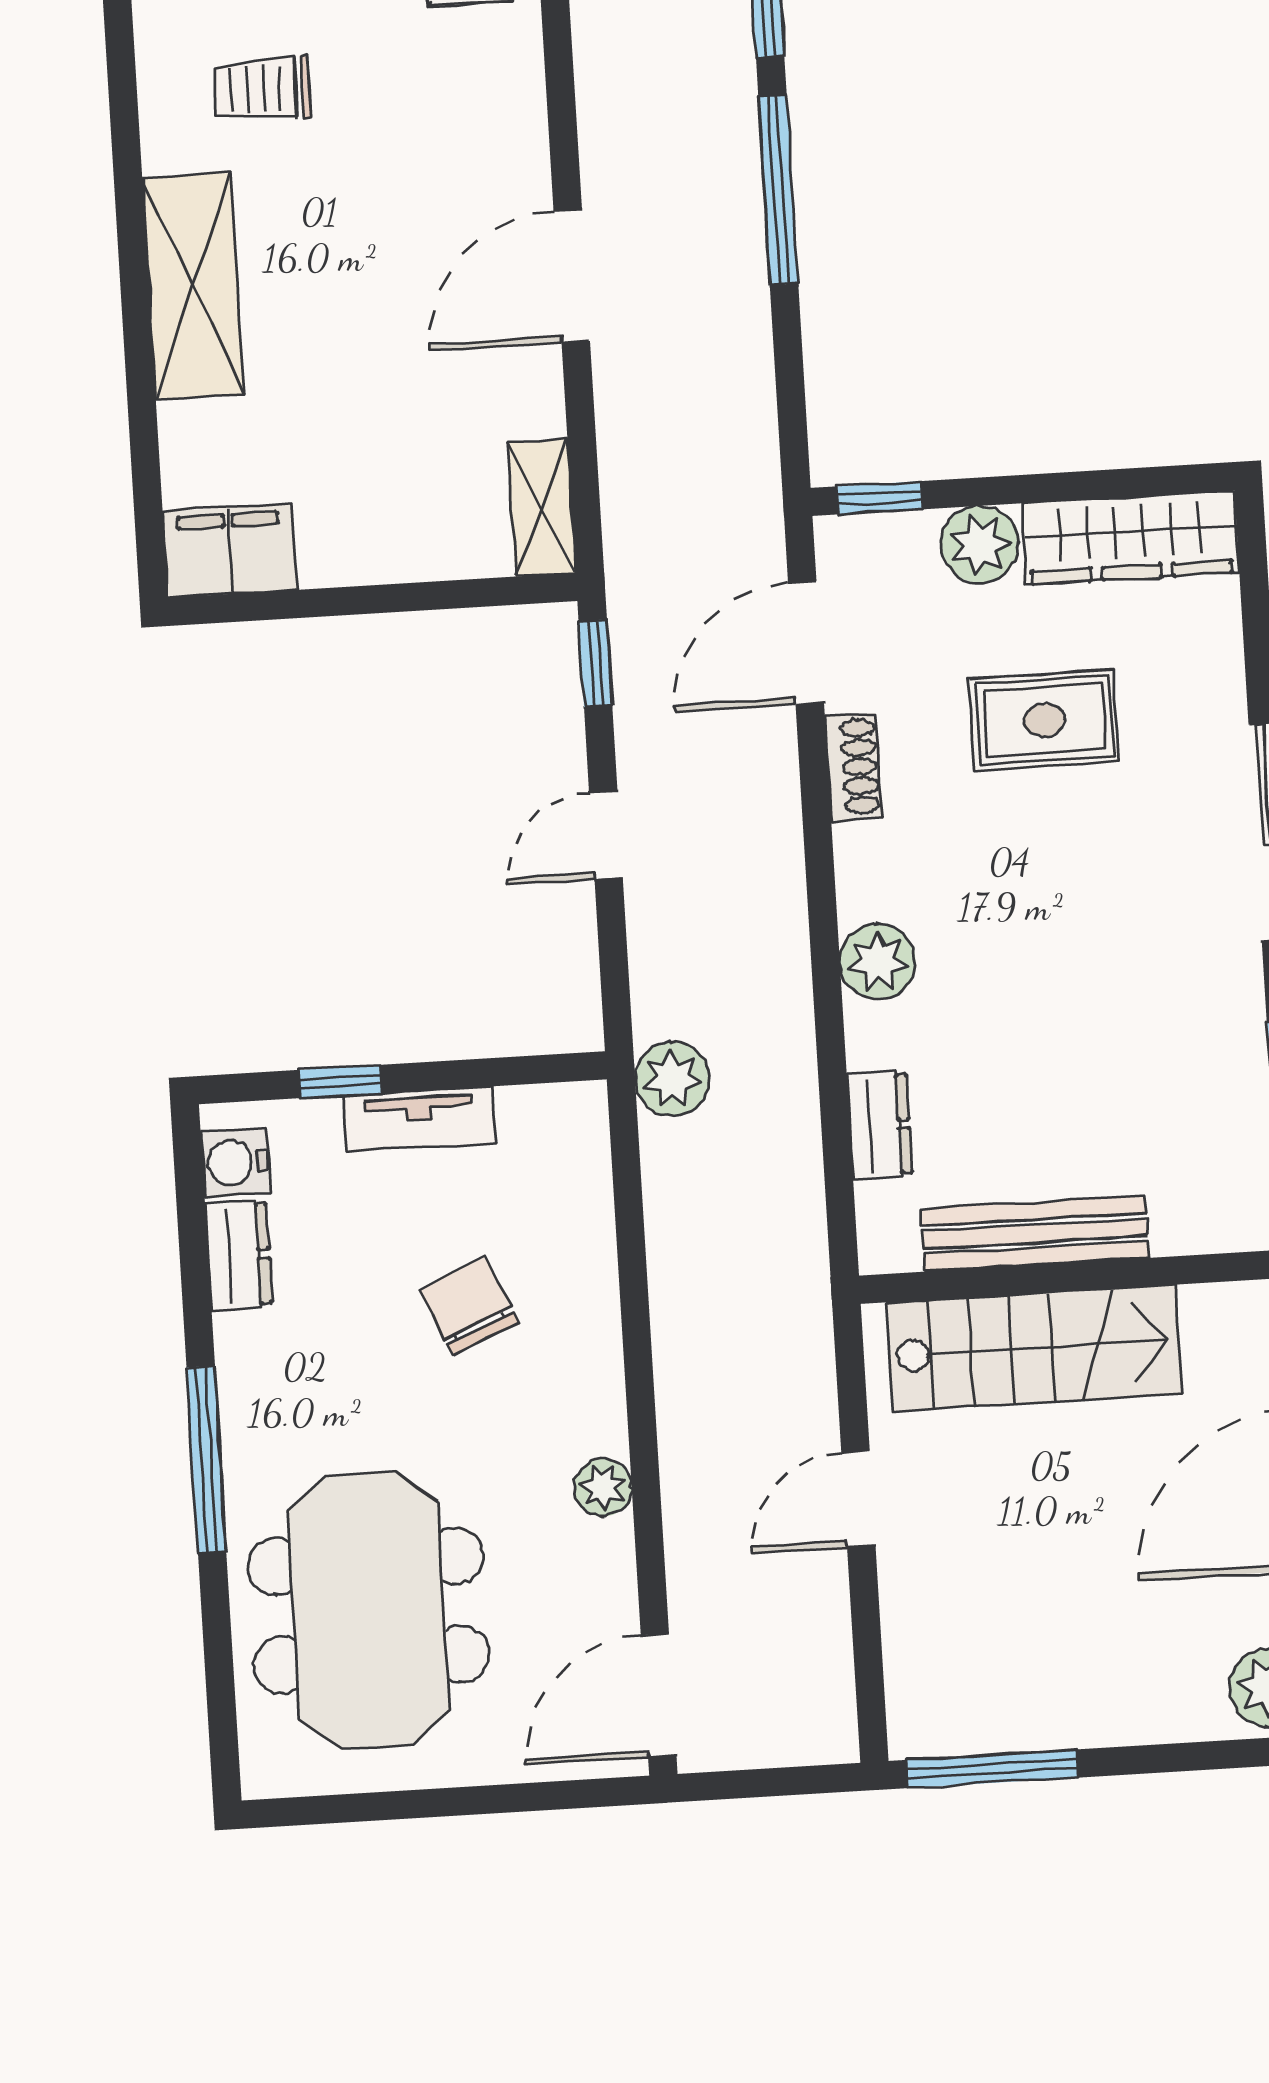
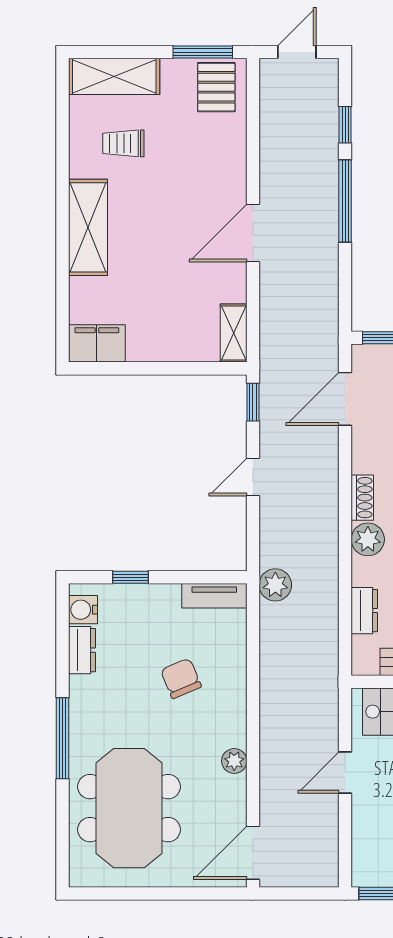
shoe rack: (853, 767) -> (362, 498), moved
tv unit: (419, 1119) -> (214, 596), moved

